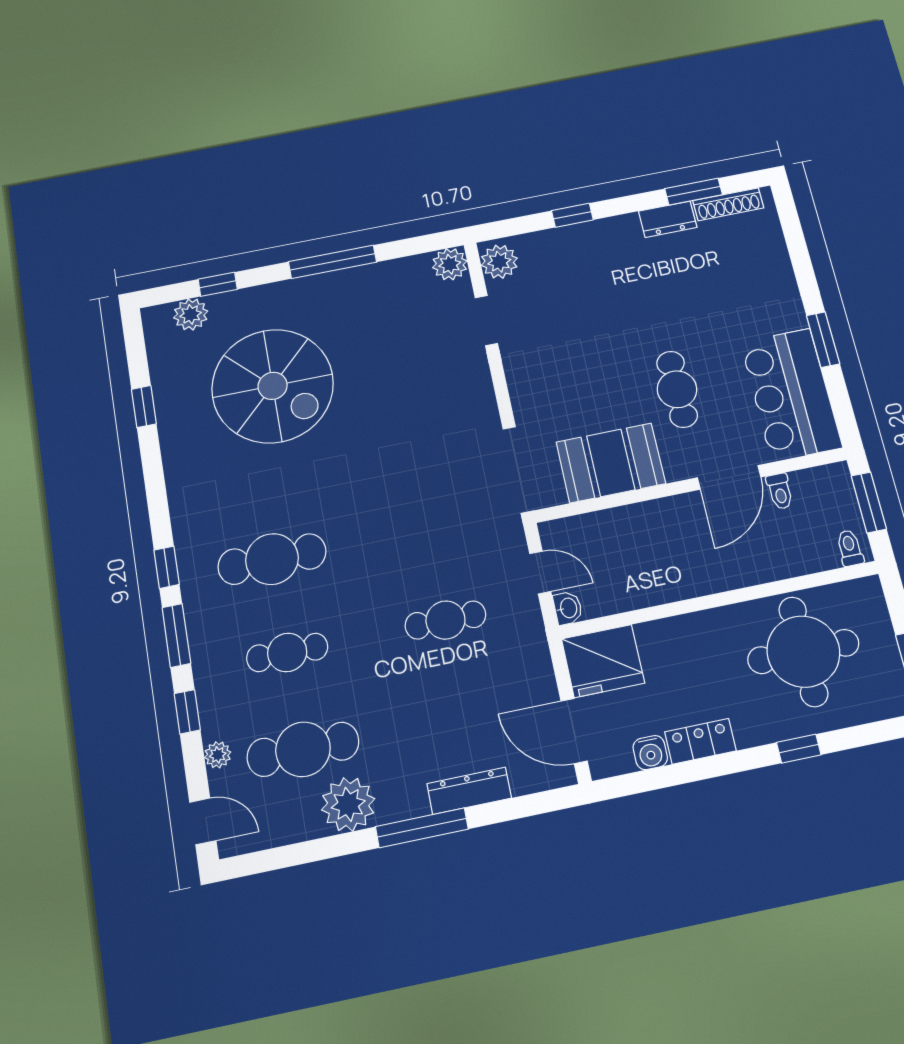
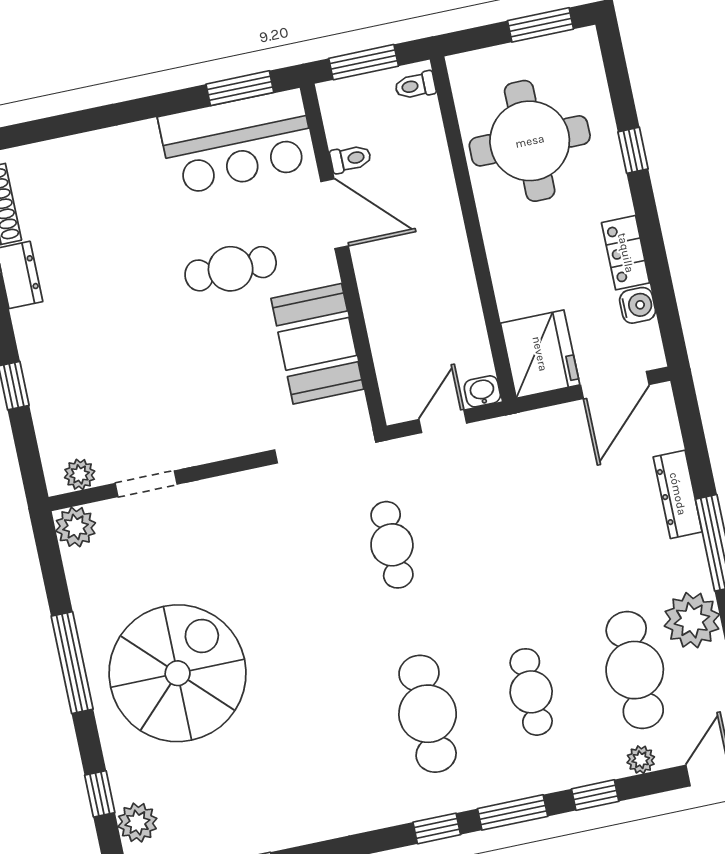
plant: (499, 262) -> (80, 474), width x0.73, depth x0.73
window: (823, 340) -> (240, 88), moved
spiral stairs: (273, 386) -> (178, 673), moved
cafe table: (445, 620) -> (392, 545), moved

